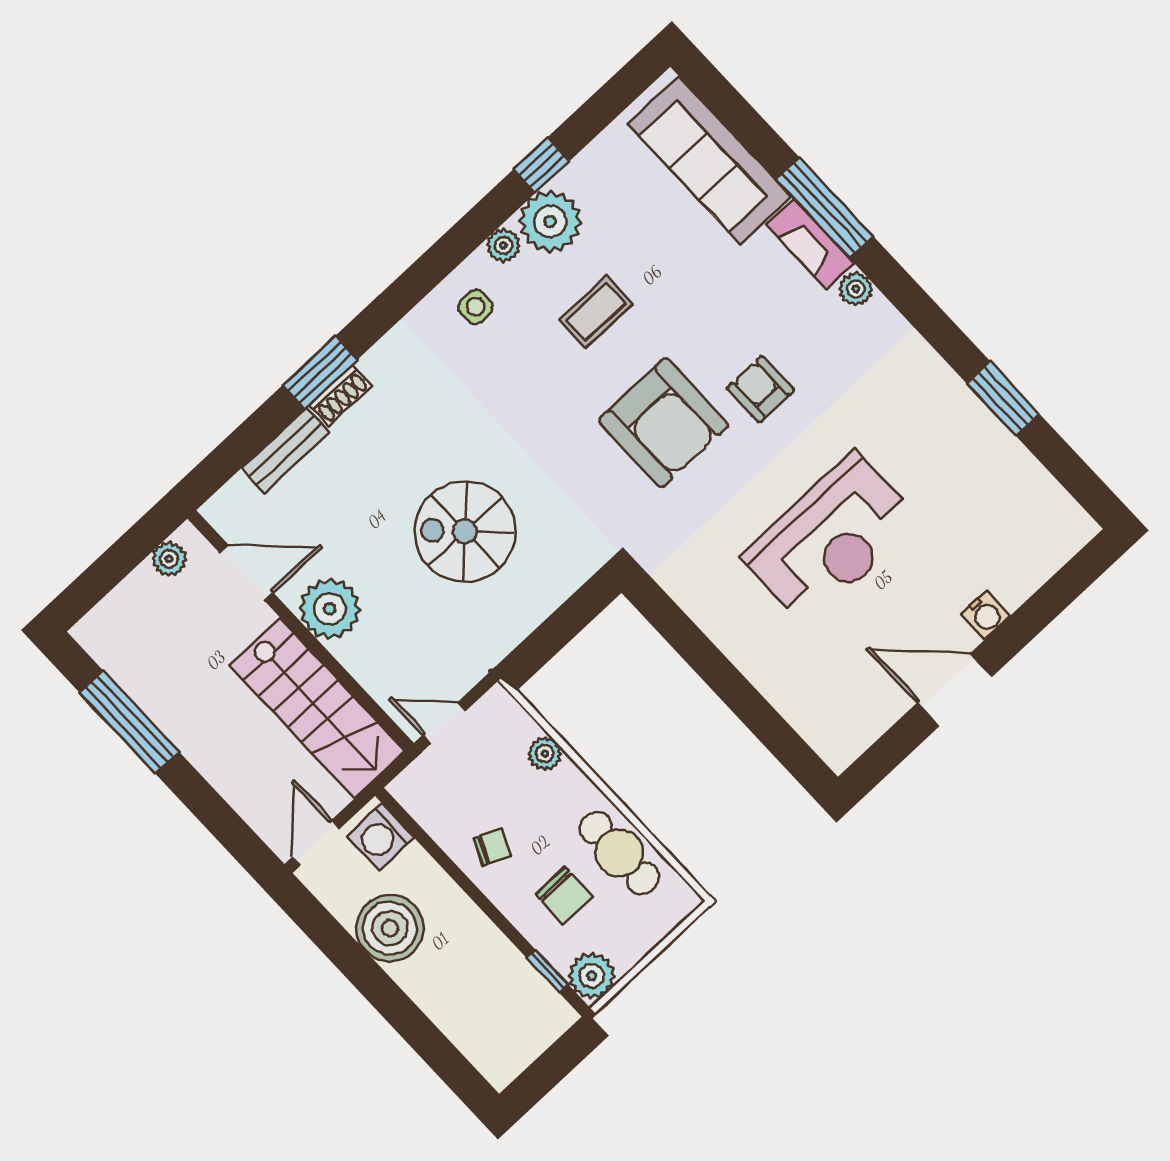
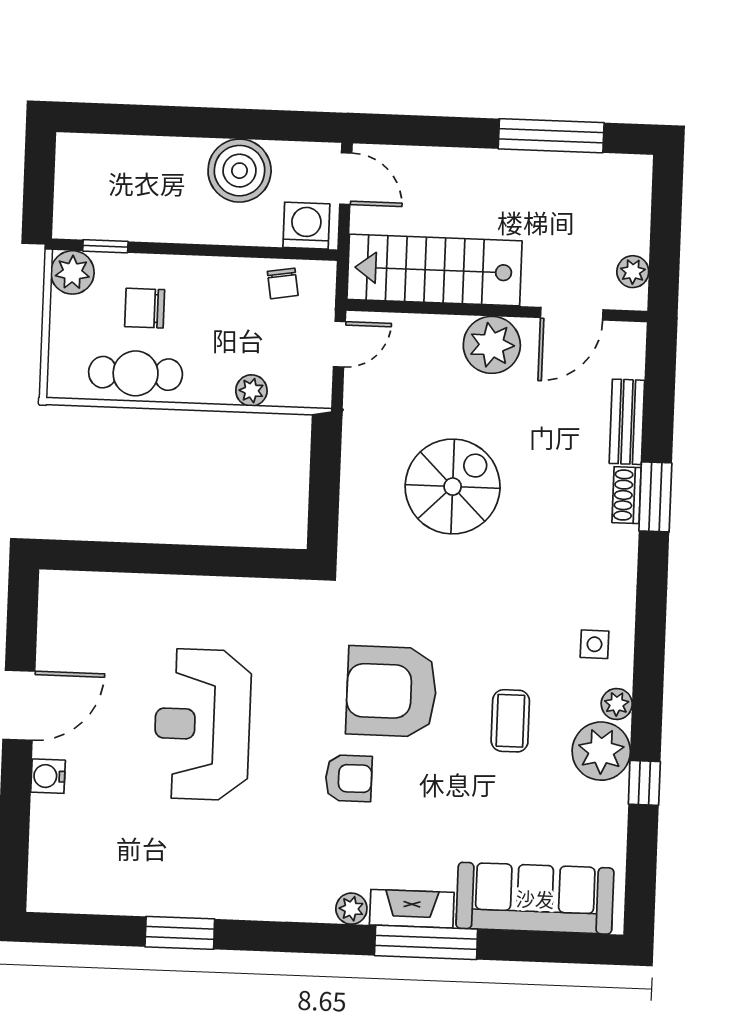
chair: (492, 847) -> (283, 283), moved, turned -33

